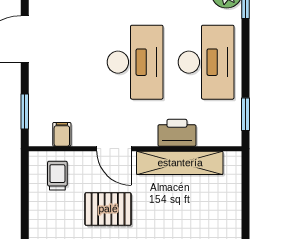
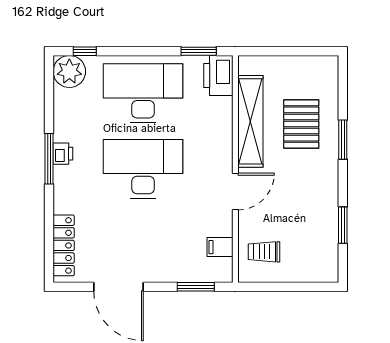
printer: (177, 133) -> (218, 75), moved
pallet: (108, 209) -> (301, 124), moved

